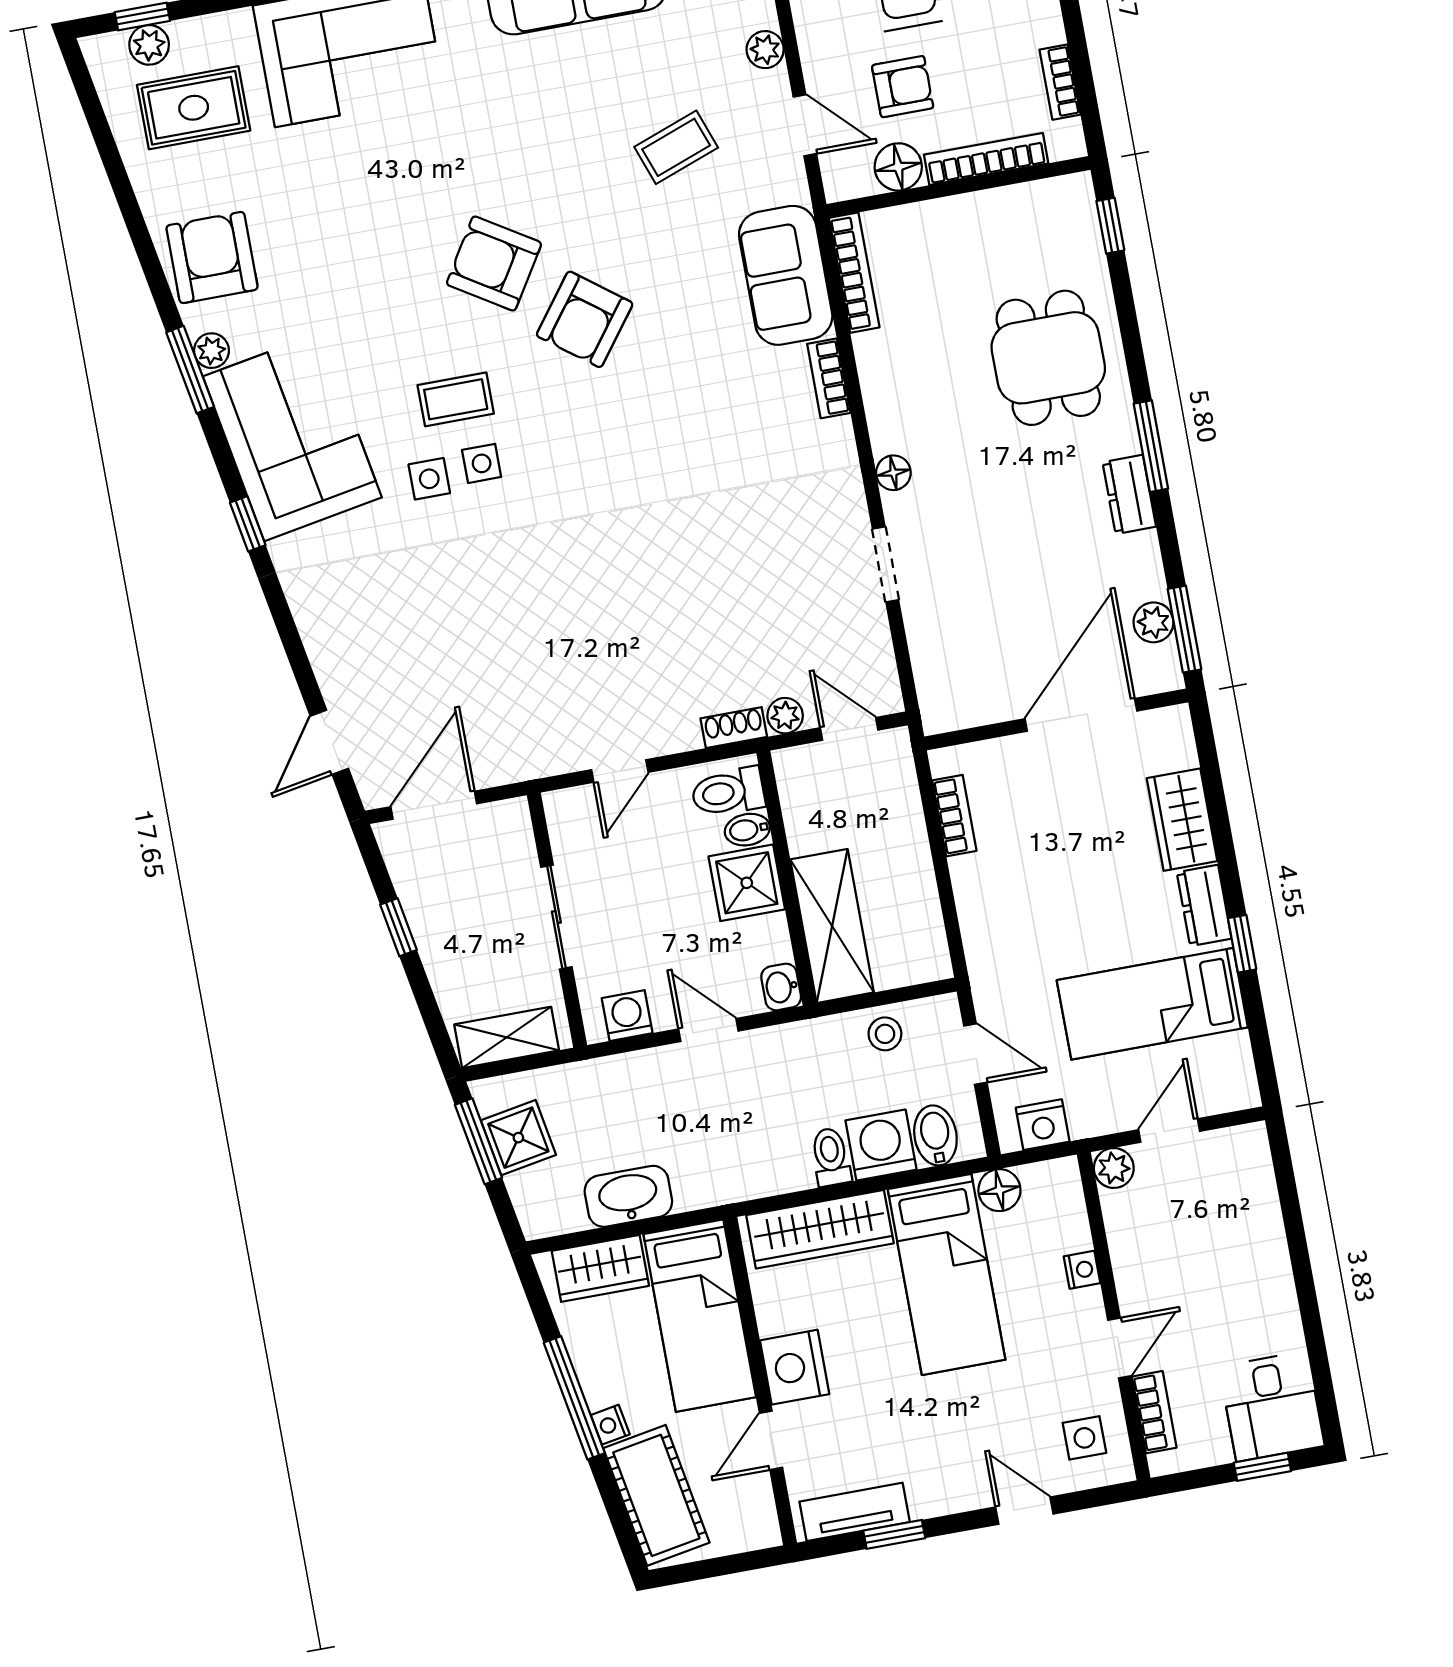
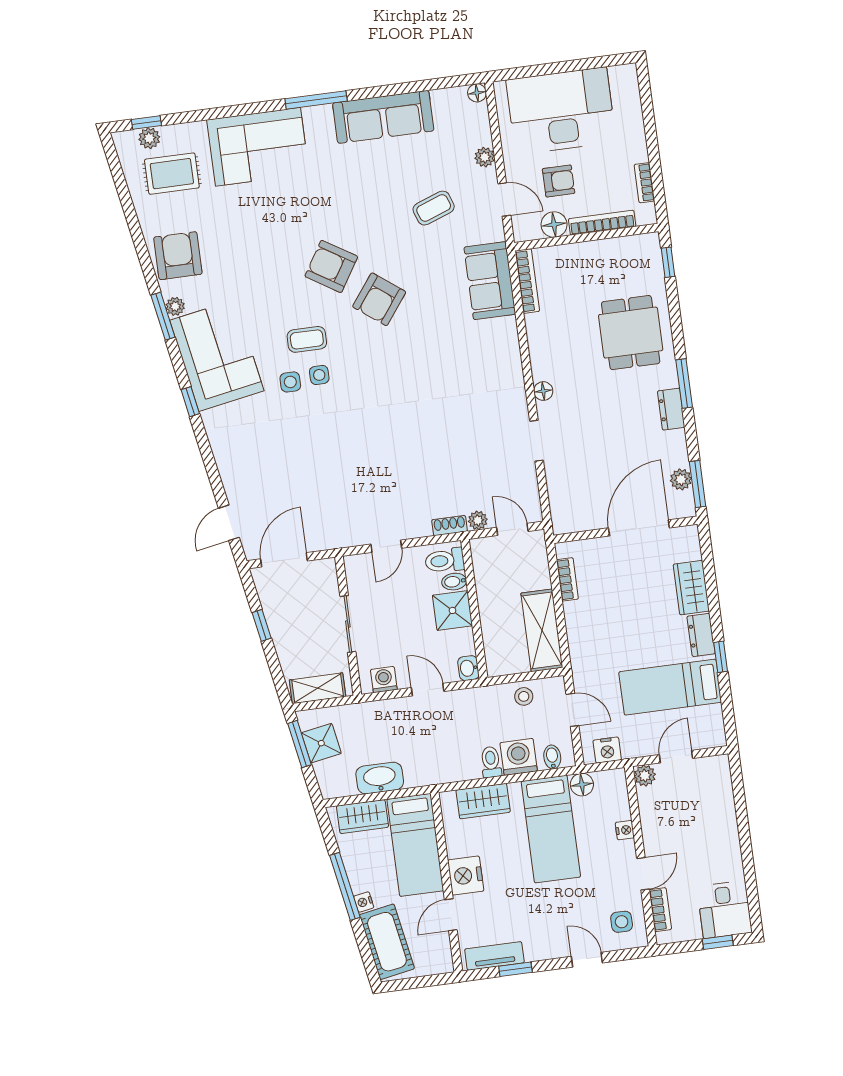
bookcase: (829, 378) -> (511, 338), removed
shelving: (832, 926) -> (542, 630), moved
bidet: (935, 1135) -> (552, 757), width x0.72, depth x0.74
wardrobe: (820, 1229) -> (483, 801), width x0.67

